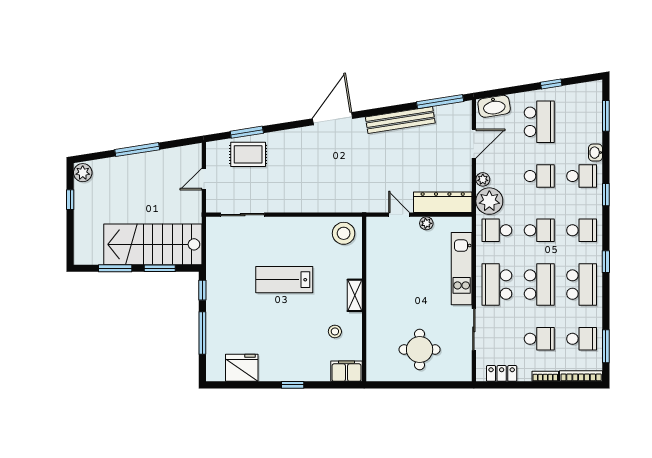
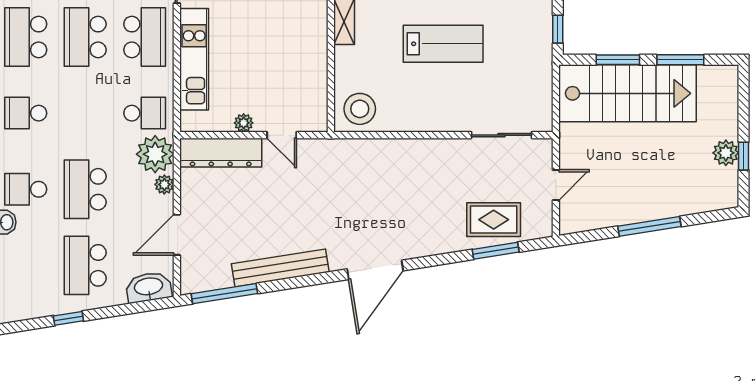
plant: (83, 173) -> (726, 153), moved
school desk: (539, 176) -> (85, 189), width x1.85
school desk: (539, 230) -> (85, 113), removed

